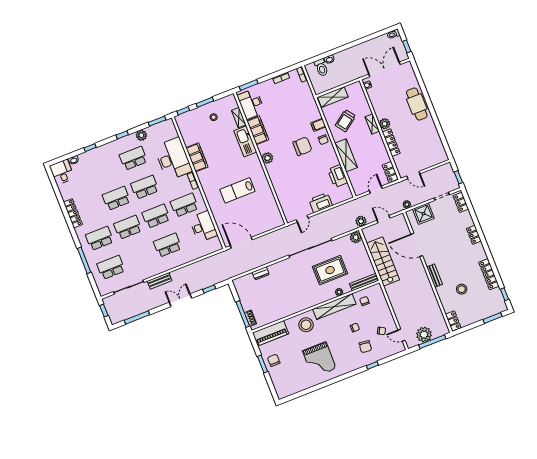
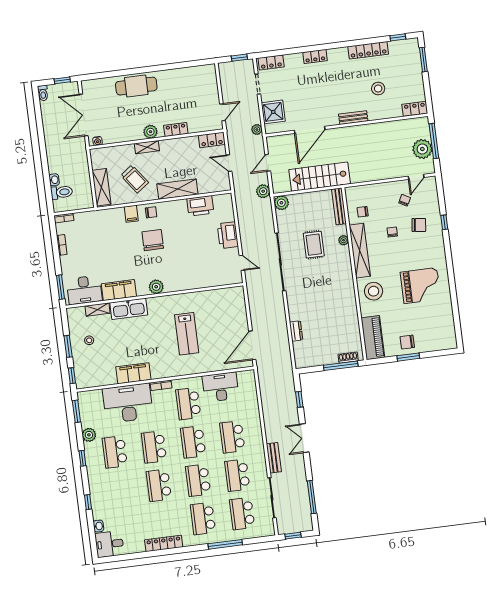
locker: (391, 143) -> (176, 130), width x0.66
school desk: (139, 256) -> (237, 475), added
rug: (330, 270) -> (314, 245), width x0.73, depth x0.70

